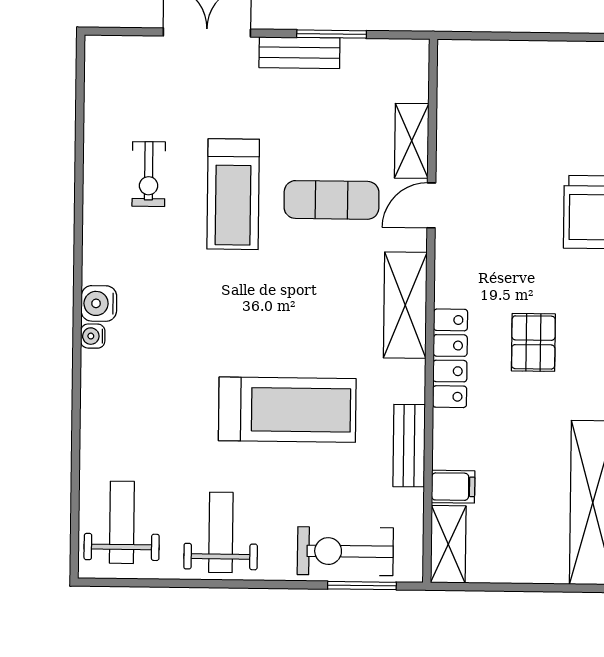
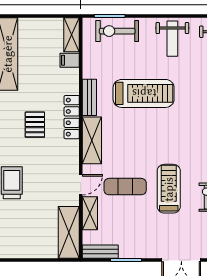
bench: (299, 53) -> (100, 252), moved
shelving: (460, 98) -> (69, 232), added
treadmill: (287, 410) -> (144, 93), turned 180
bench: (409, 446) -> (89, 97), moved
exercise bike: (345, 551) -> (117, 31), turned 180

